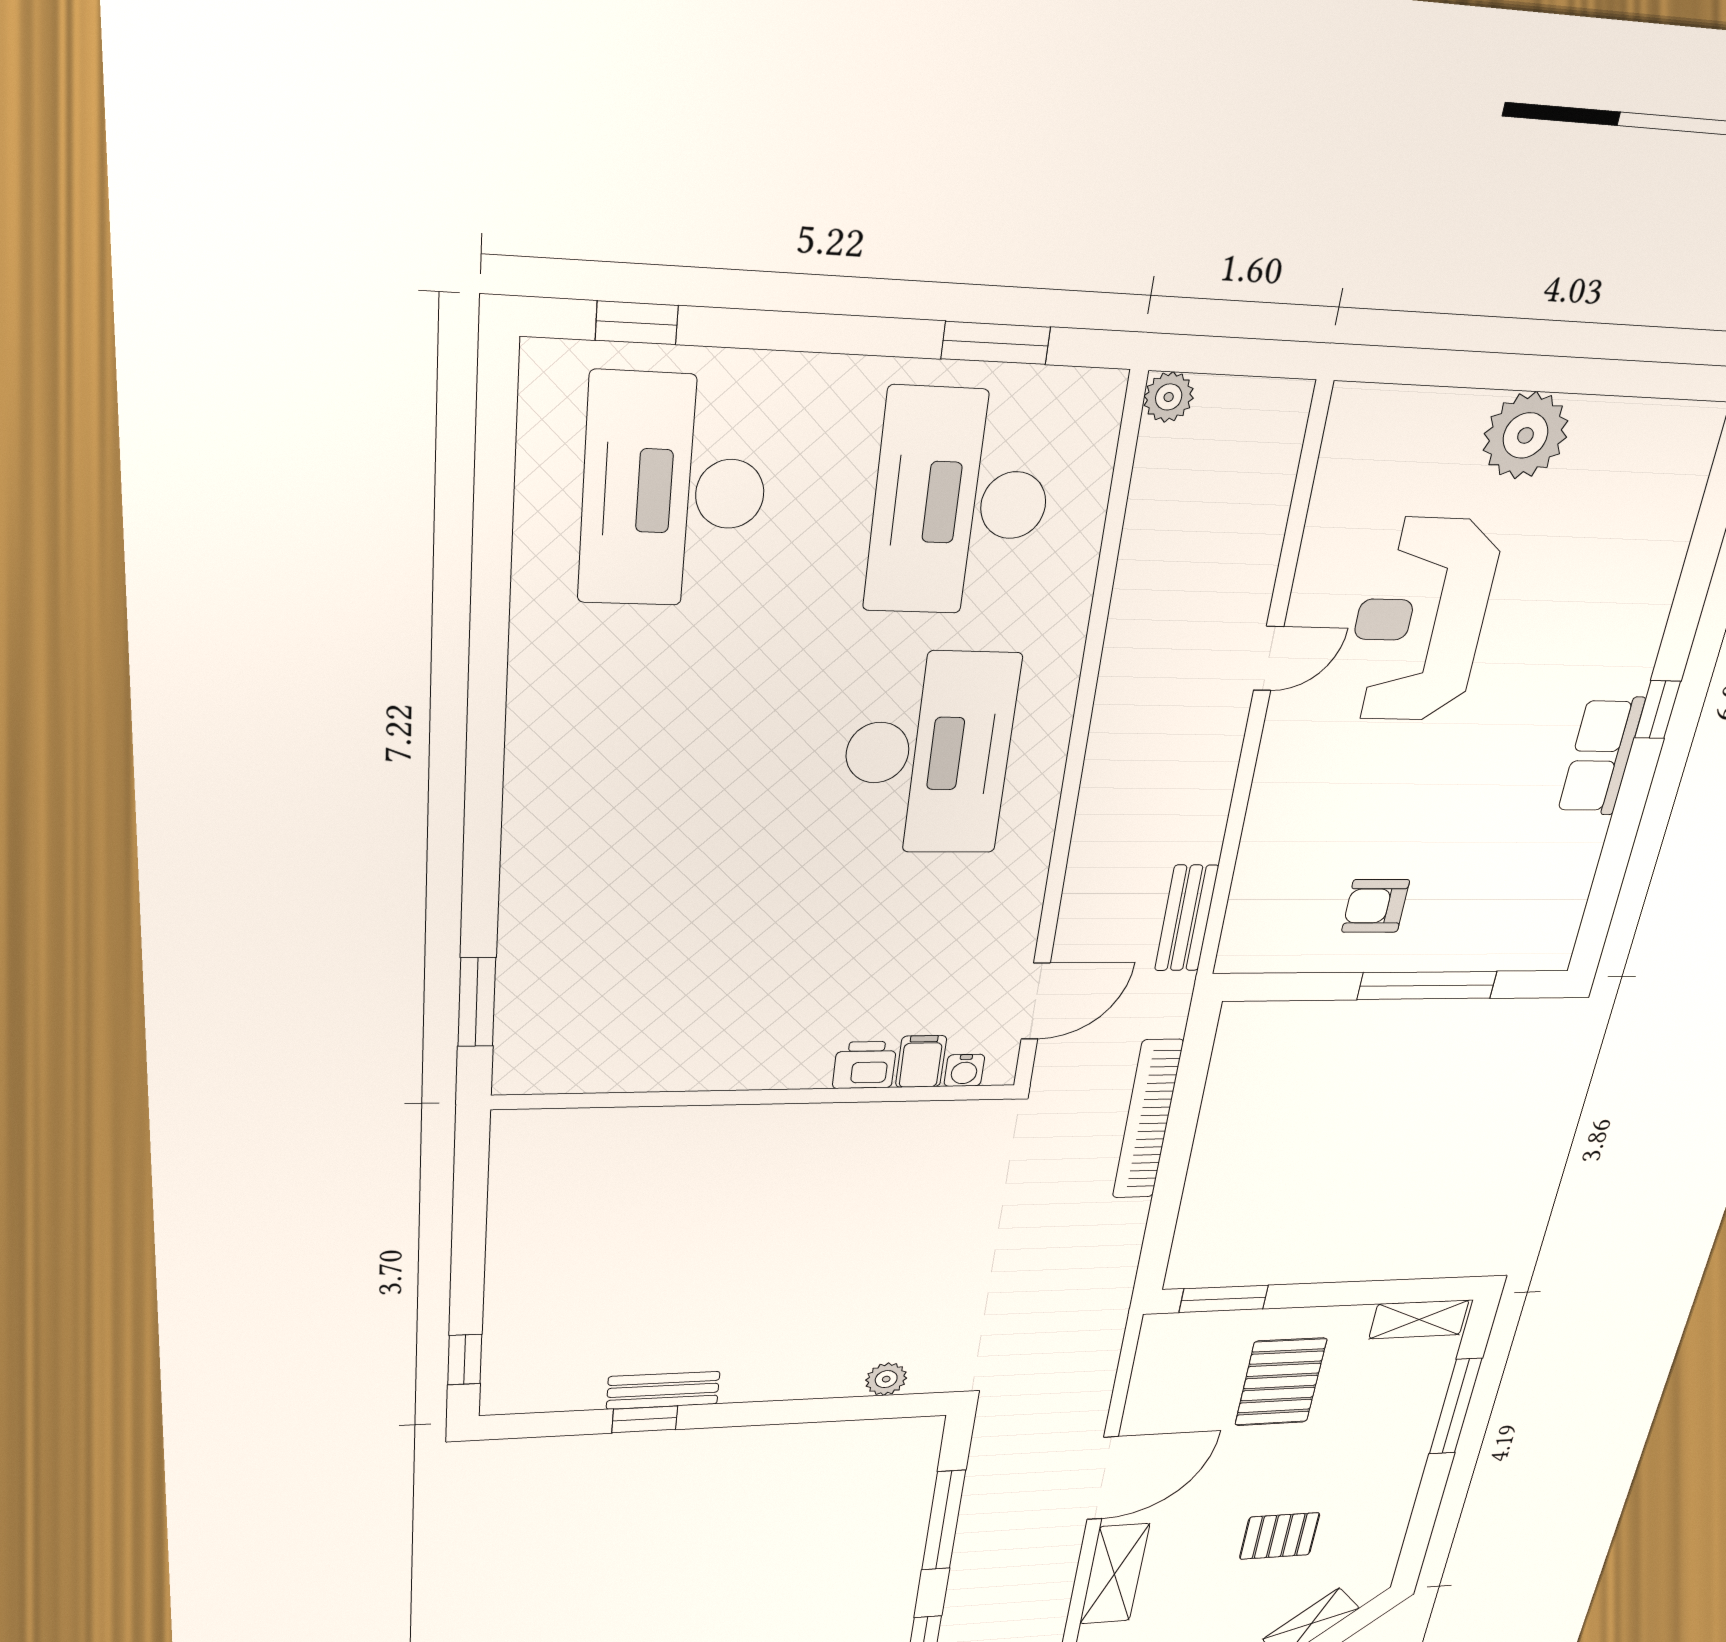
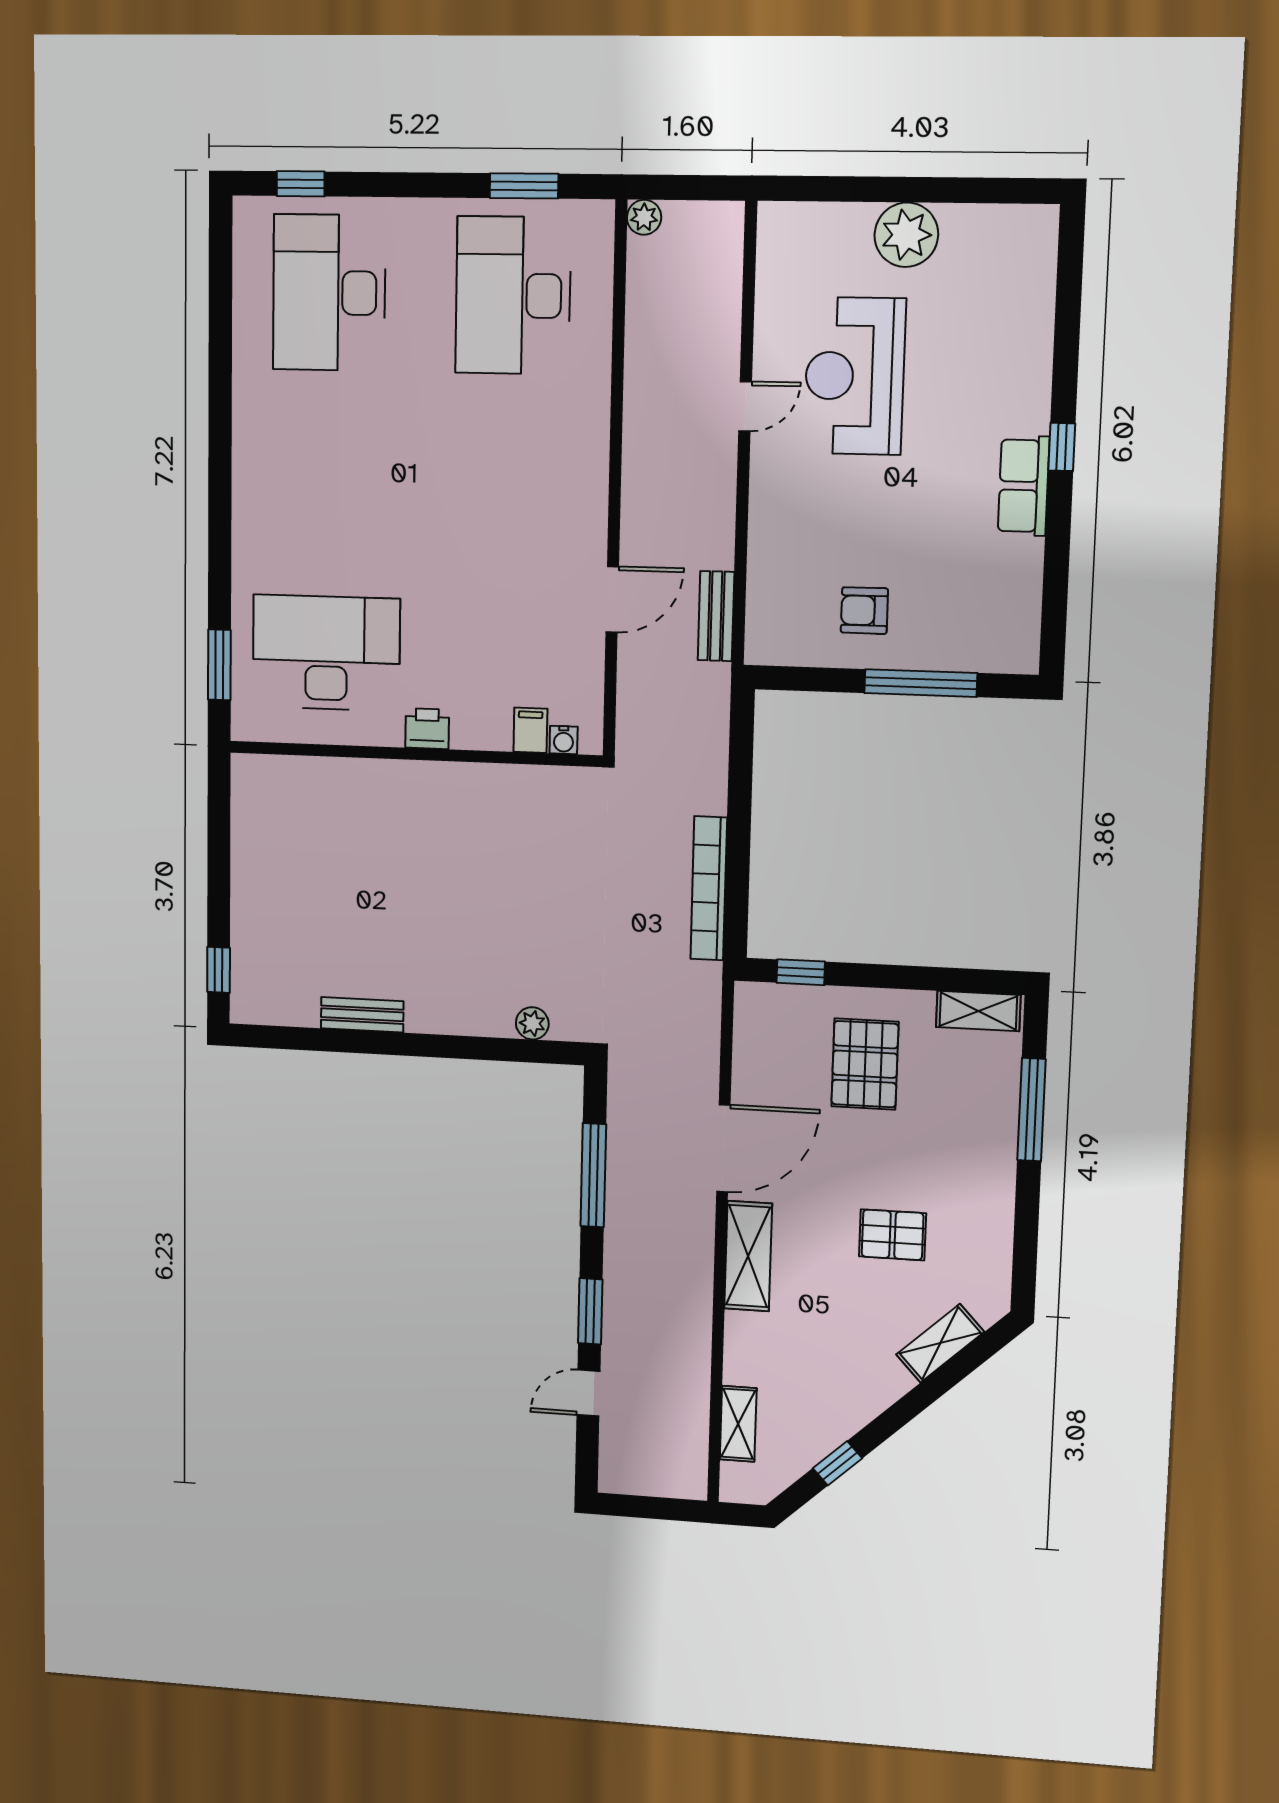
desk: (928, 753) -> (326, 653), moved, turned -90
door: (1036, 1001) -> (612, 599), moved
printer: (865, 1065) -> (427, 729), moved
bookcase: (1148, 1120) -> (709, 888), moved
window: (1224, 1299) -> (801, 972), width x0.67
window: (645, 1419) -> (350, 1041), removed

